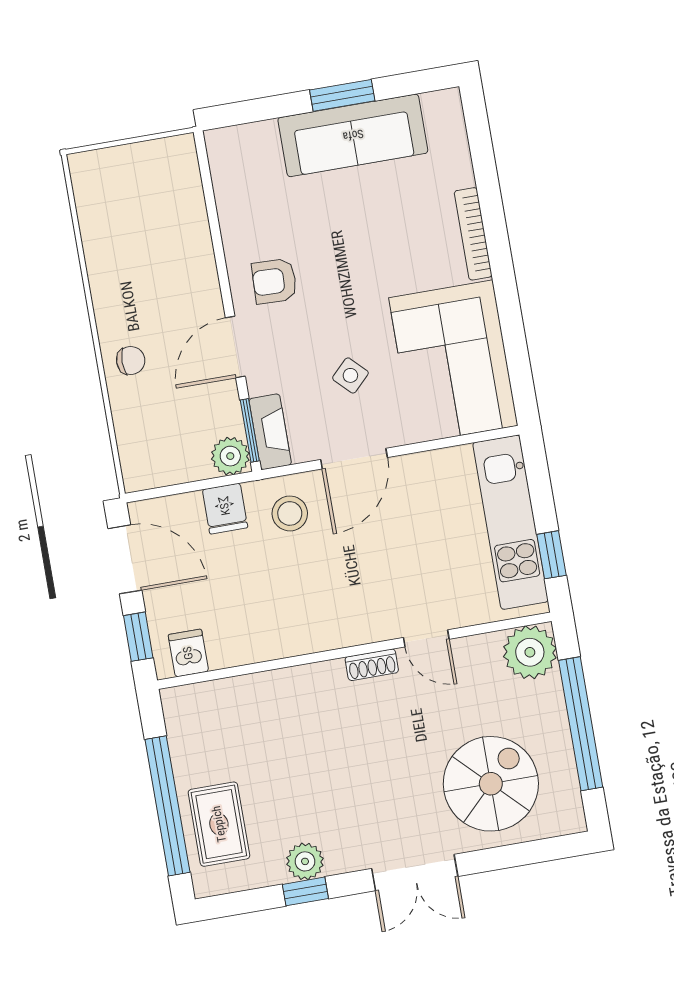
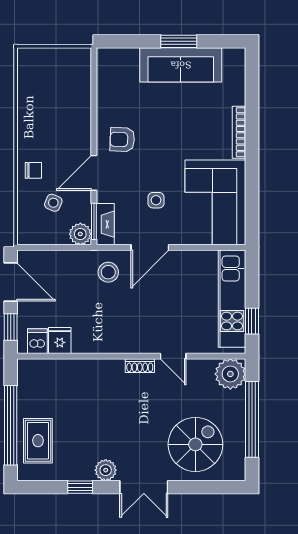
side table: (350, 375) -> (156, 200), turned 45
side table: (175, 410) -> (53, 203), added
fridge: (225, 509) -> (60, 340), moved, turned 180
plant: (305, 861) -> (106, 470), moved

